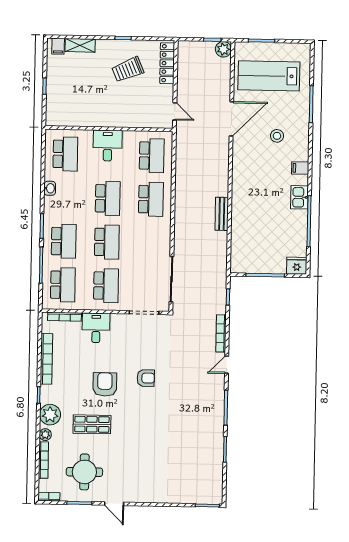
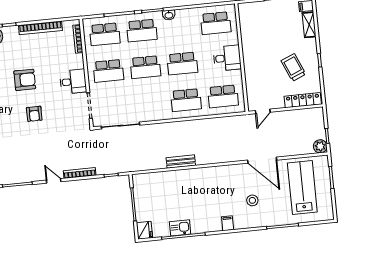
washbasin: (50, 188) -> (169, 15), moved
kitchen sink: (299, 197) -> (180, 228), moved
desk: (96, 328) -> (73, 82), moved

